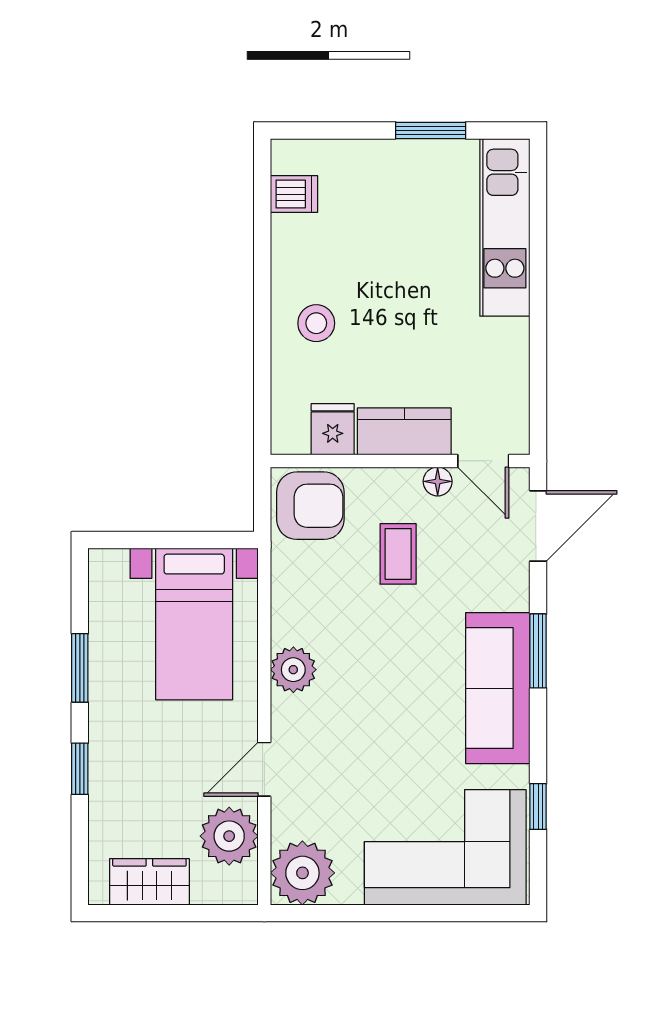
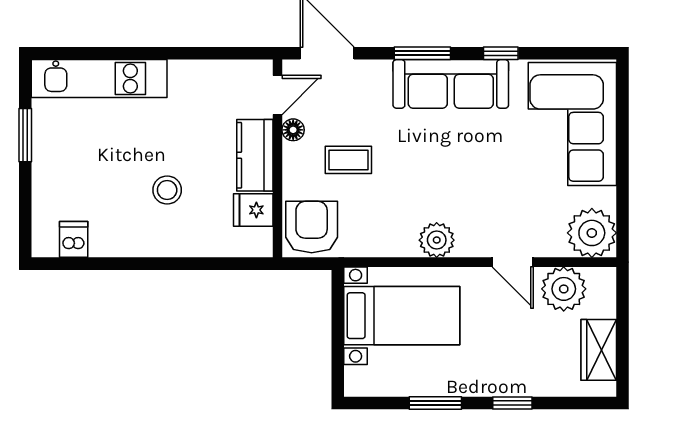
stool: (316, 323) -> (167, 190), moved
window: (538, 806) -> (501, 53), moved

